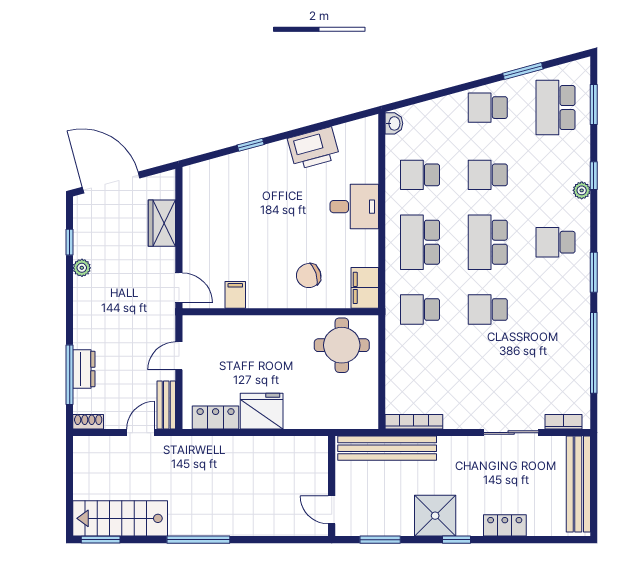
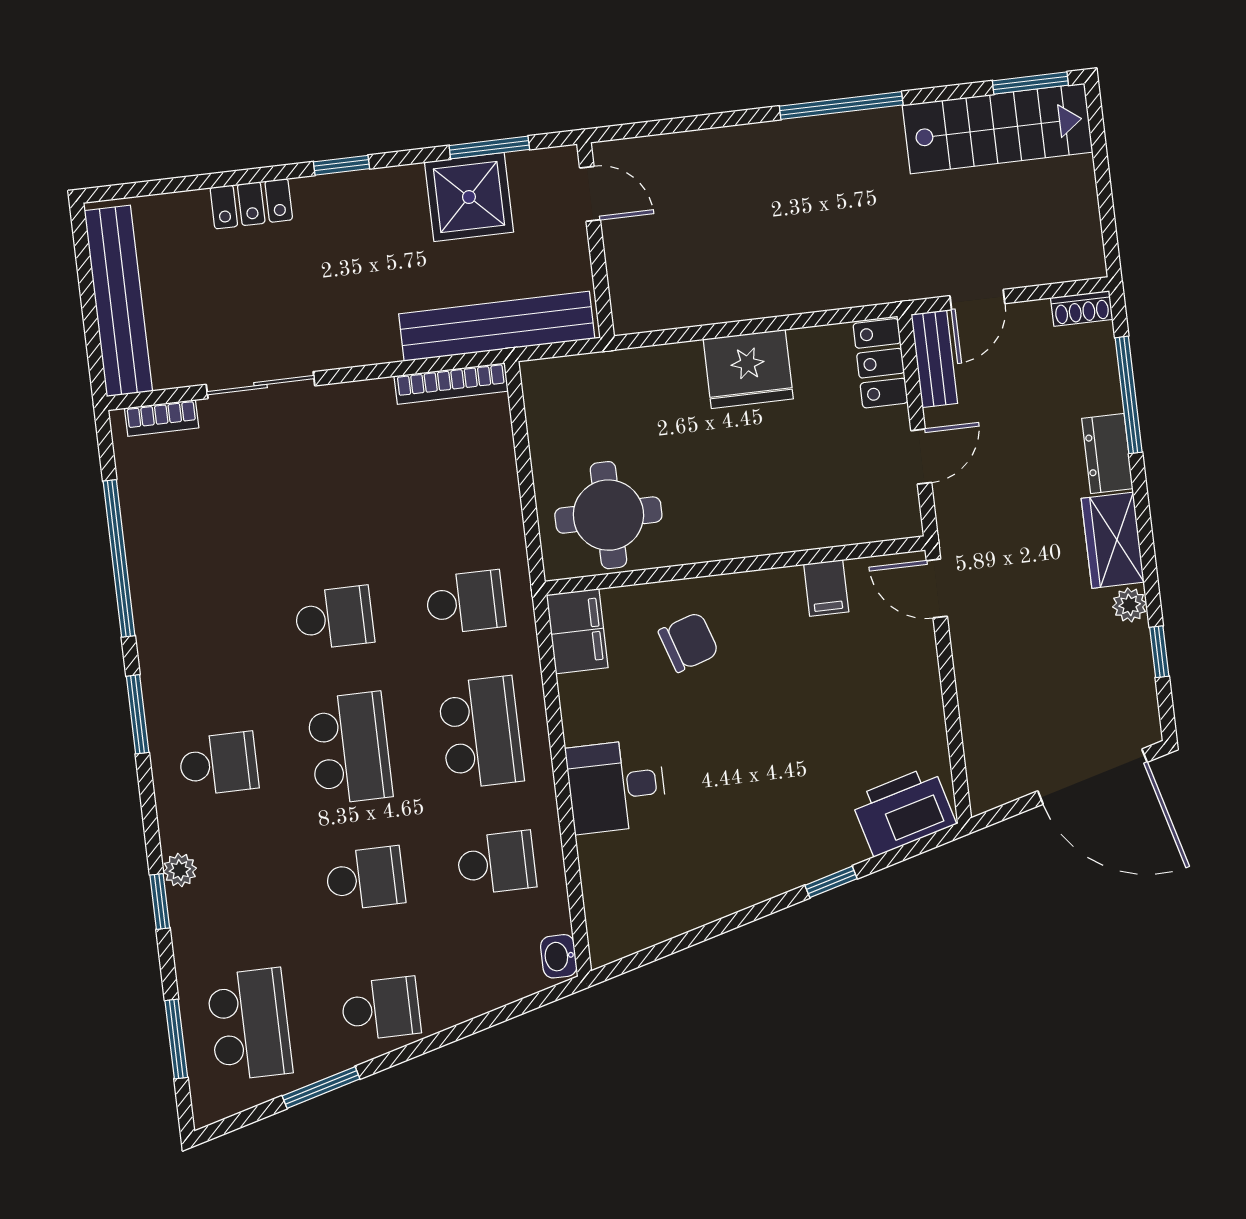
printer: (314, 148) -> (903, 811), moved
wardrobe: (162, 223) -> (1113, 540), moved, turned 180
dresser: (84, 369) -> (1107, 453), moved
locker: (216, 417) -> (880, 363), moved, turned 90
shower: (435, 516) -> (469, 197), moved

